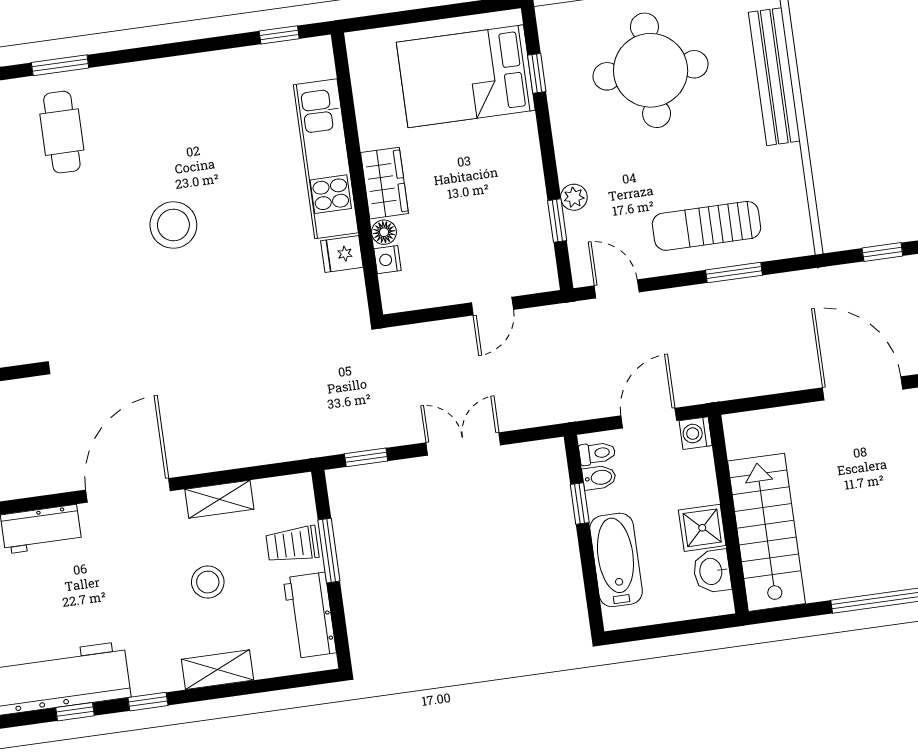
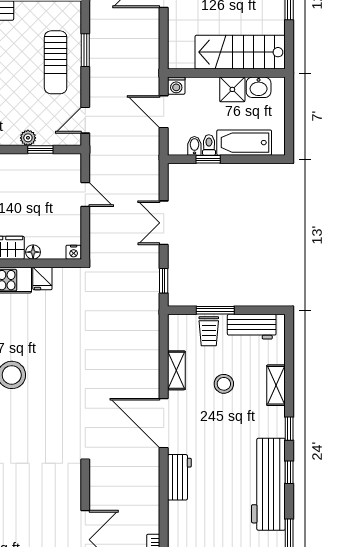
nightstand: (388, 260) -> (74, 252), moved
toilet: (597, 453) -> (209, 145), moved

